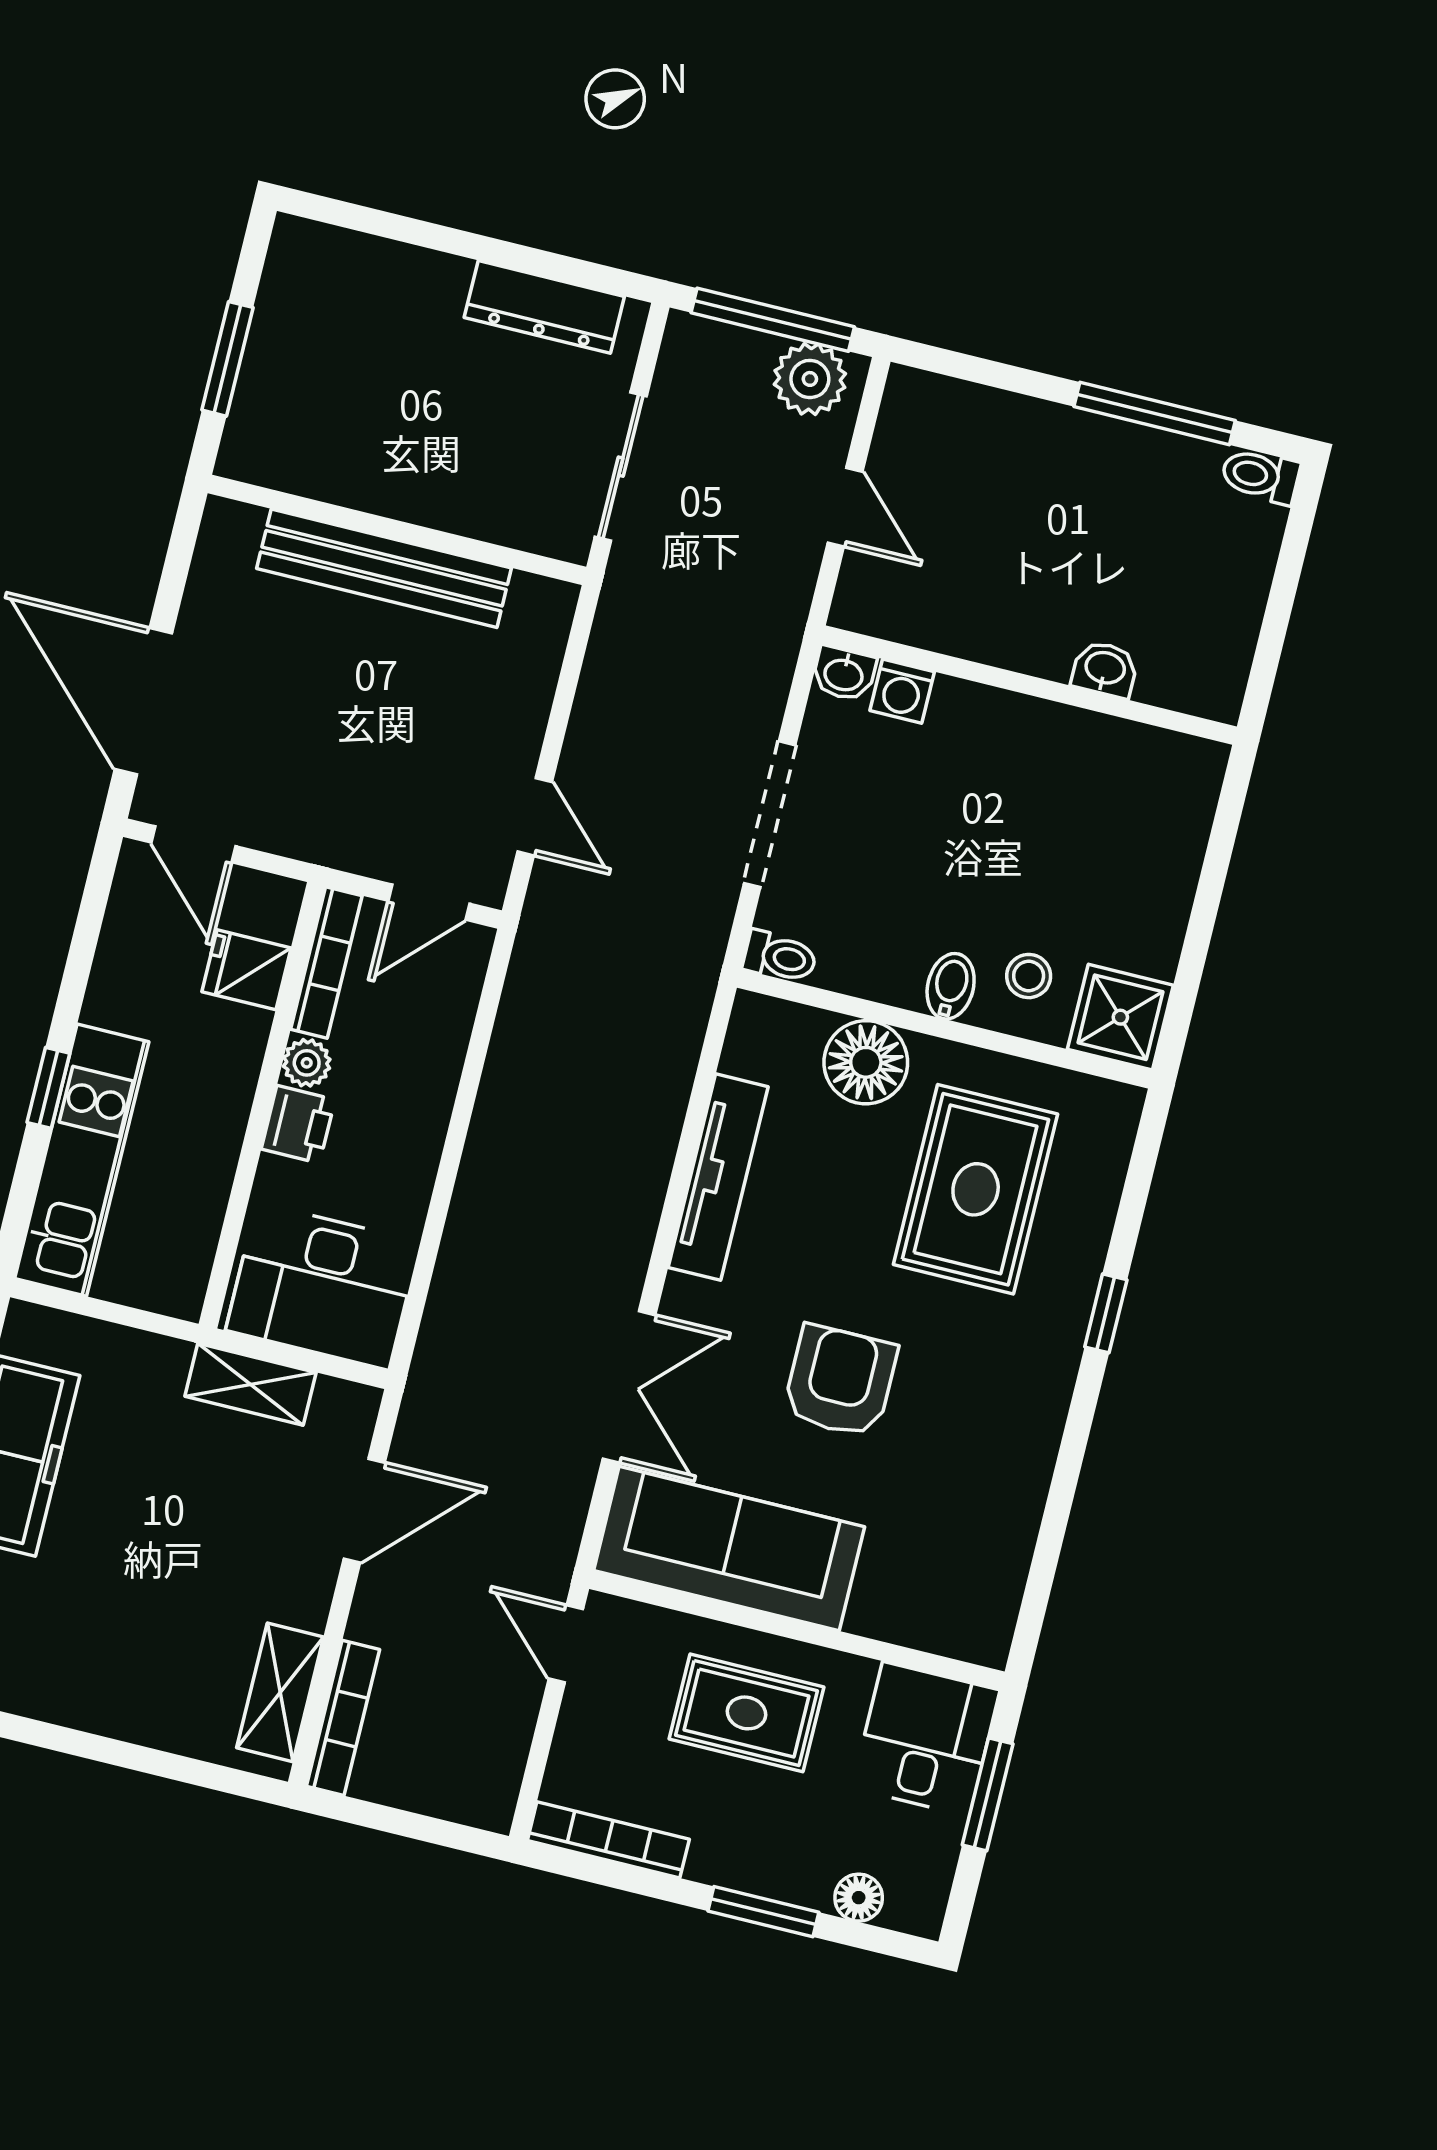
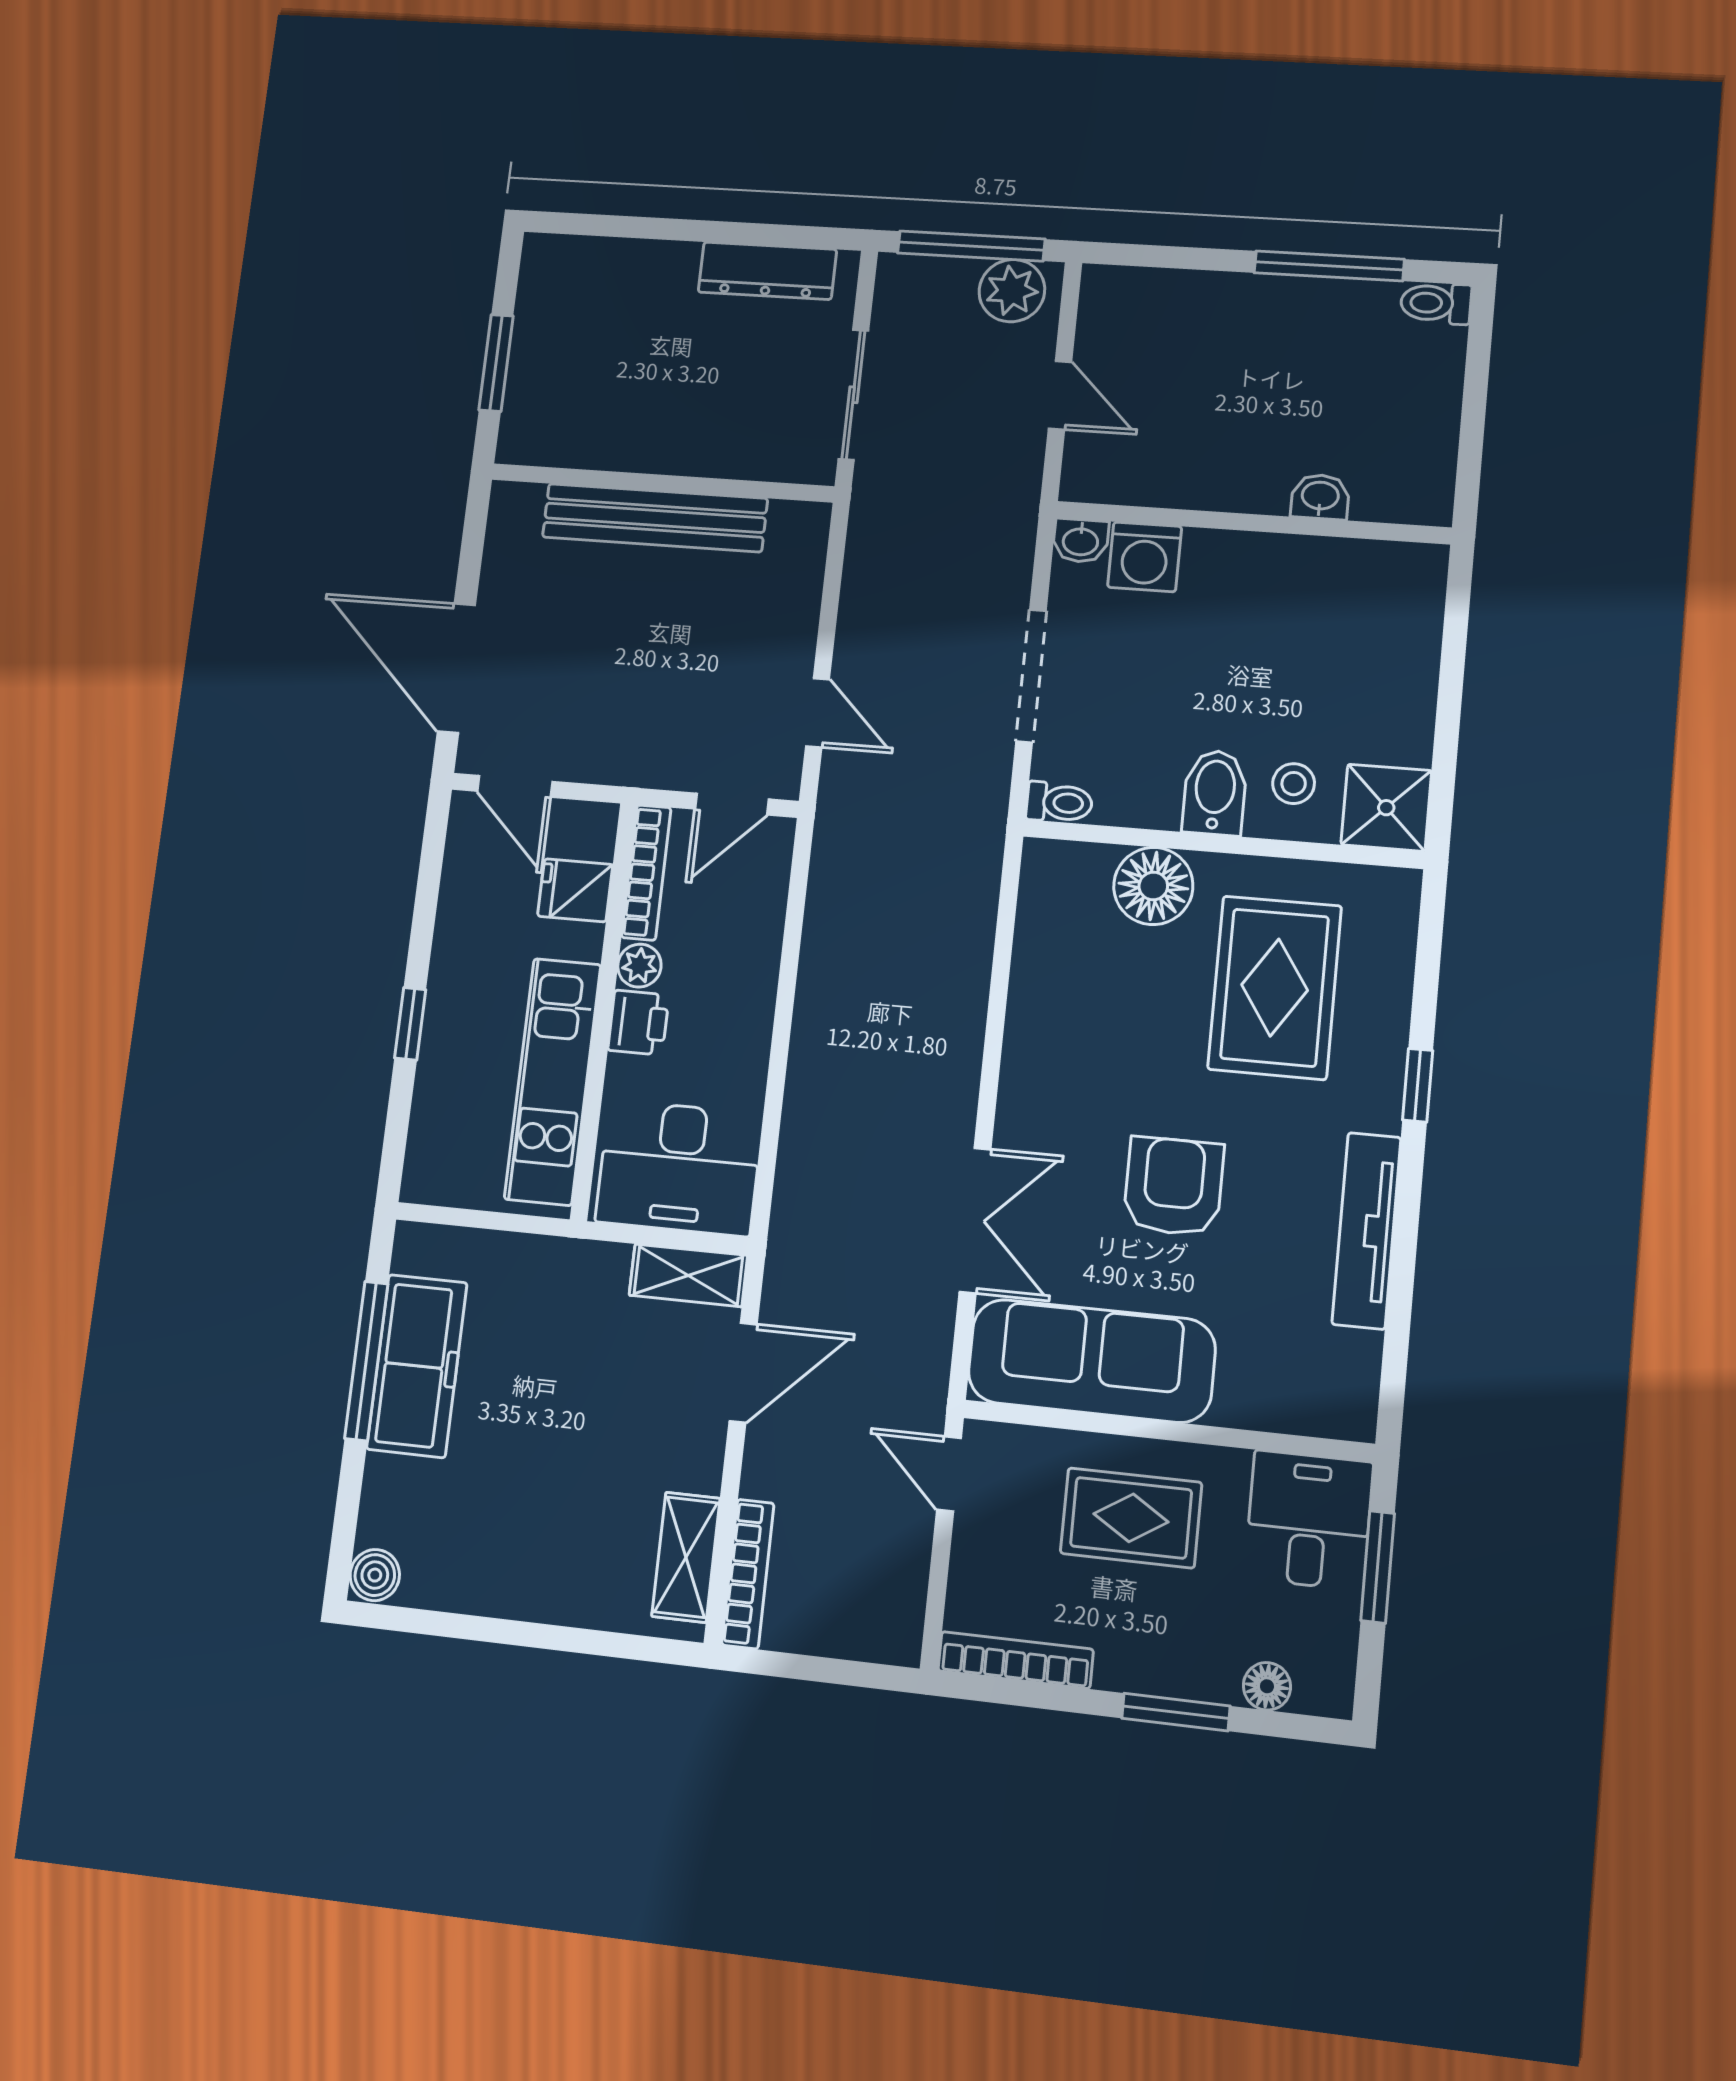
washing machine: (902, 691) -> (1145, 557), width x1.38, depth x1.38
bidet: (951, 986) -> (1215, 793), width x1.38, depth x1.36
kitchen unit: (82, 1160) -> (553, 1081), moved, turned 180
tv unit: (718, 1177) -> (1367, 1231), moved, turned 180
shelving: (250, 1384) -> (688, 1275), moved

